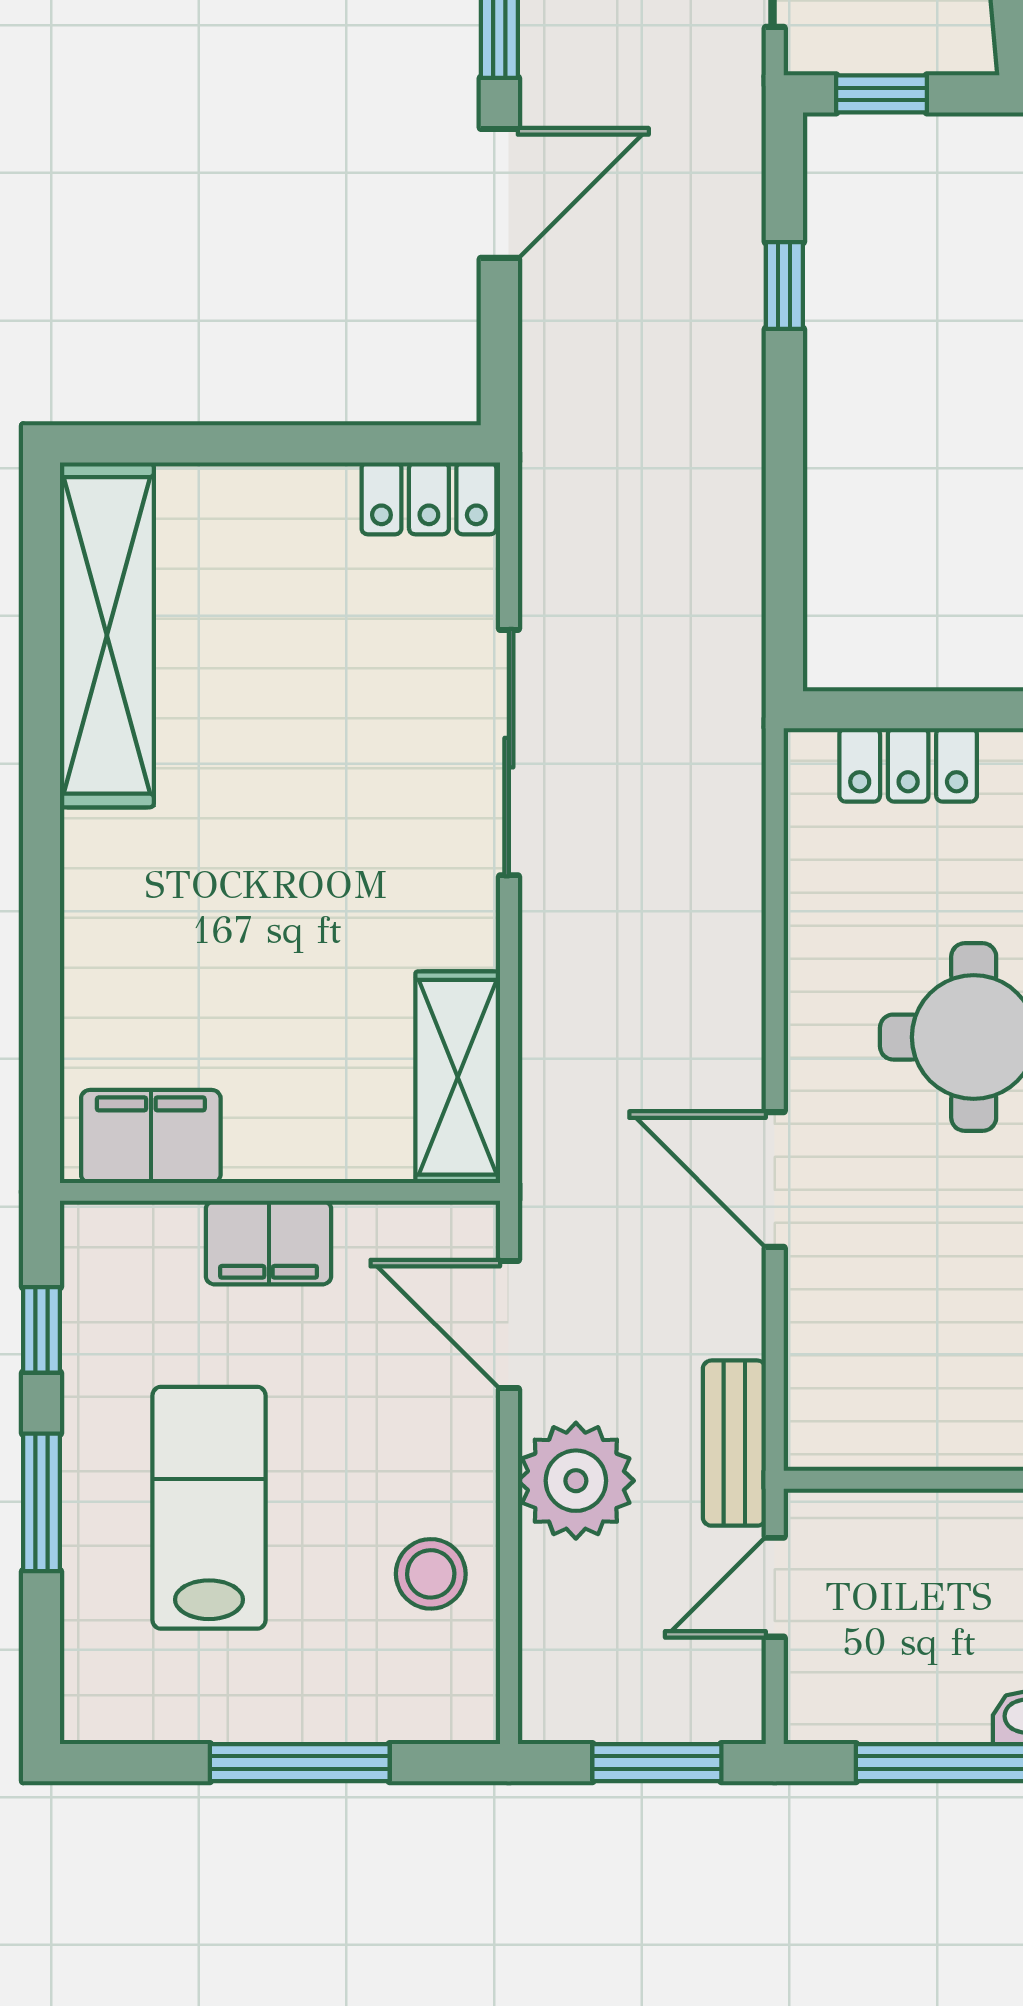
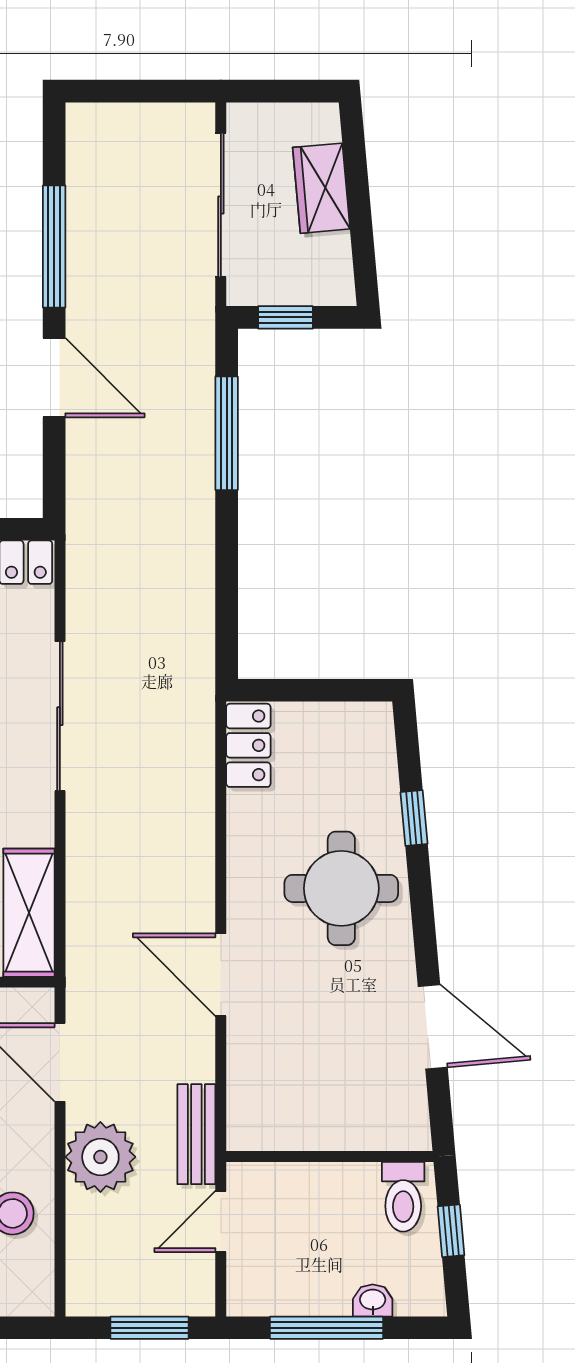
door: (499, 193) -> (54, 378), hinge flipped
window: (784, 285) -> (227, 433), width x2.17
locker: (908, 765) -> (248, 745), moved, turned -90

